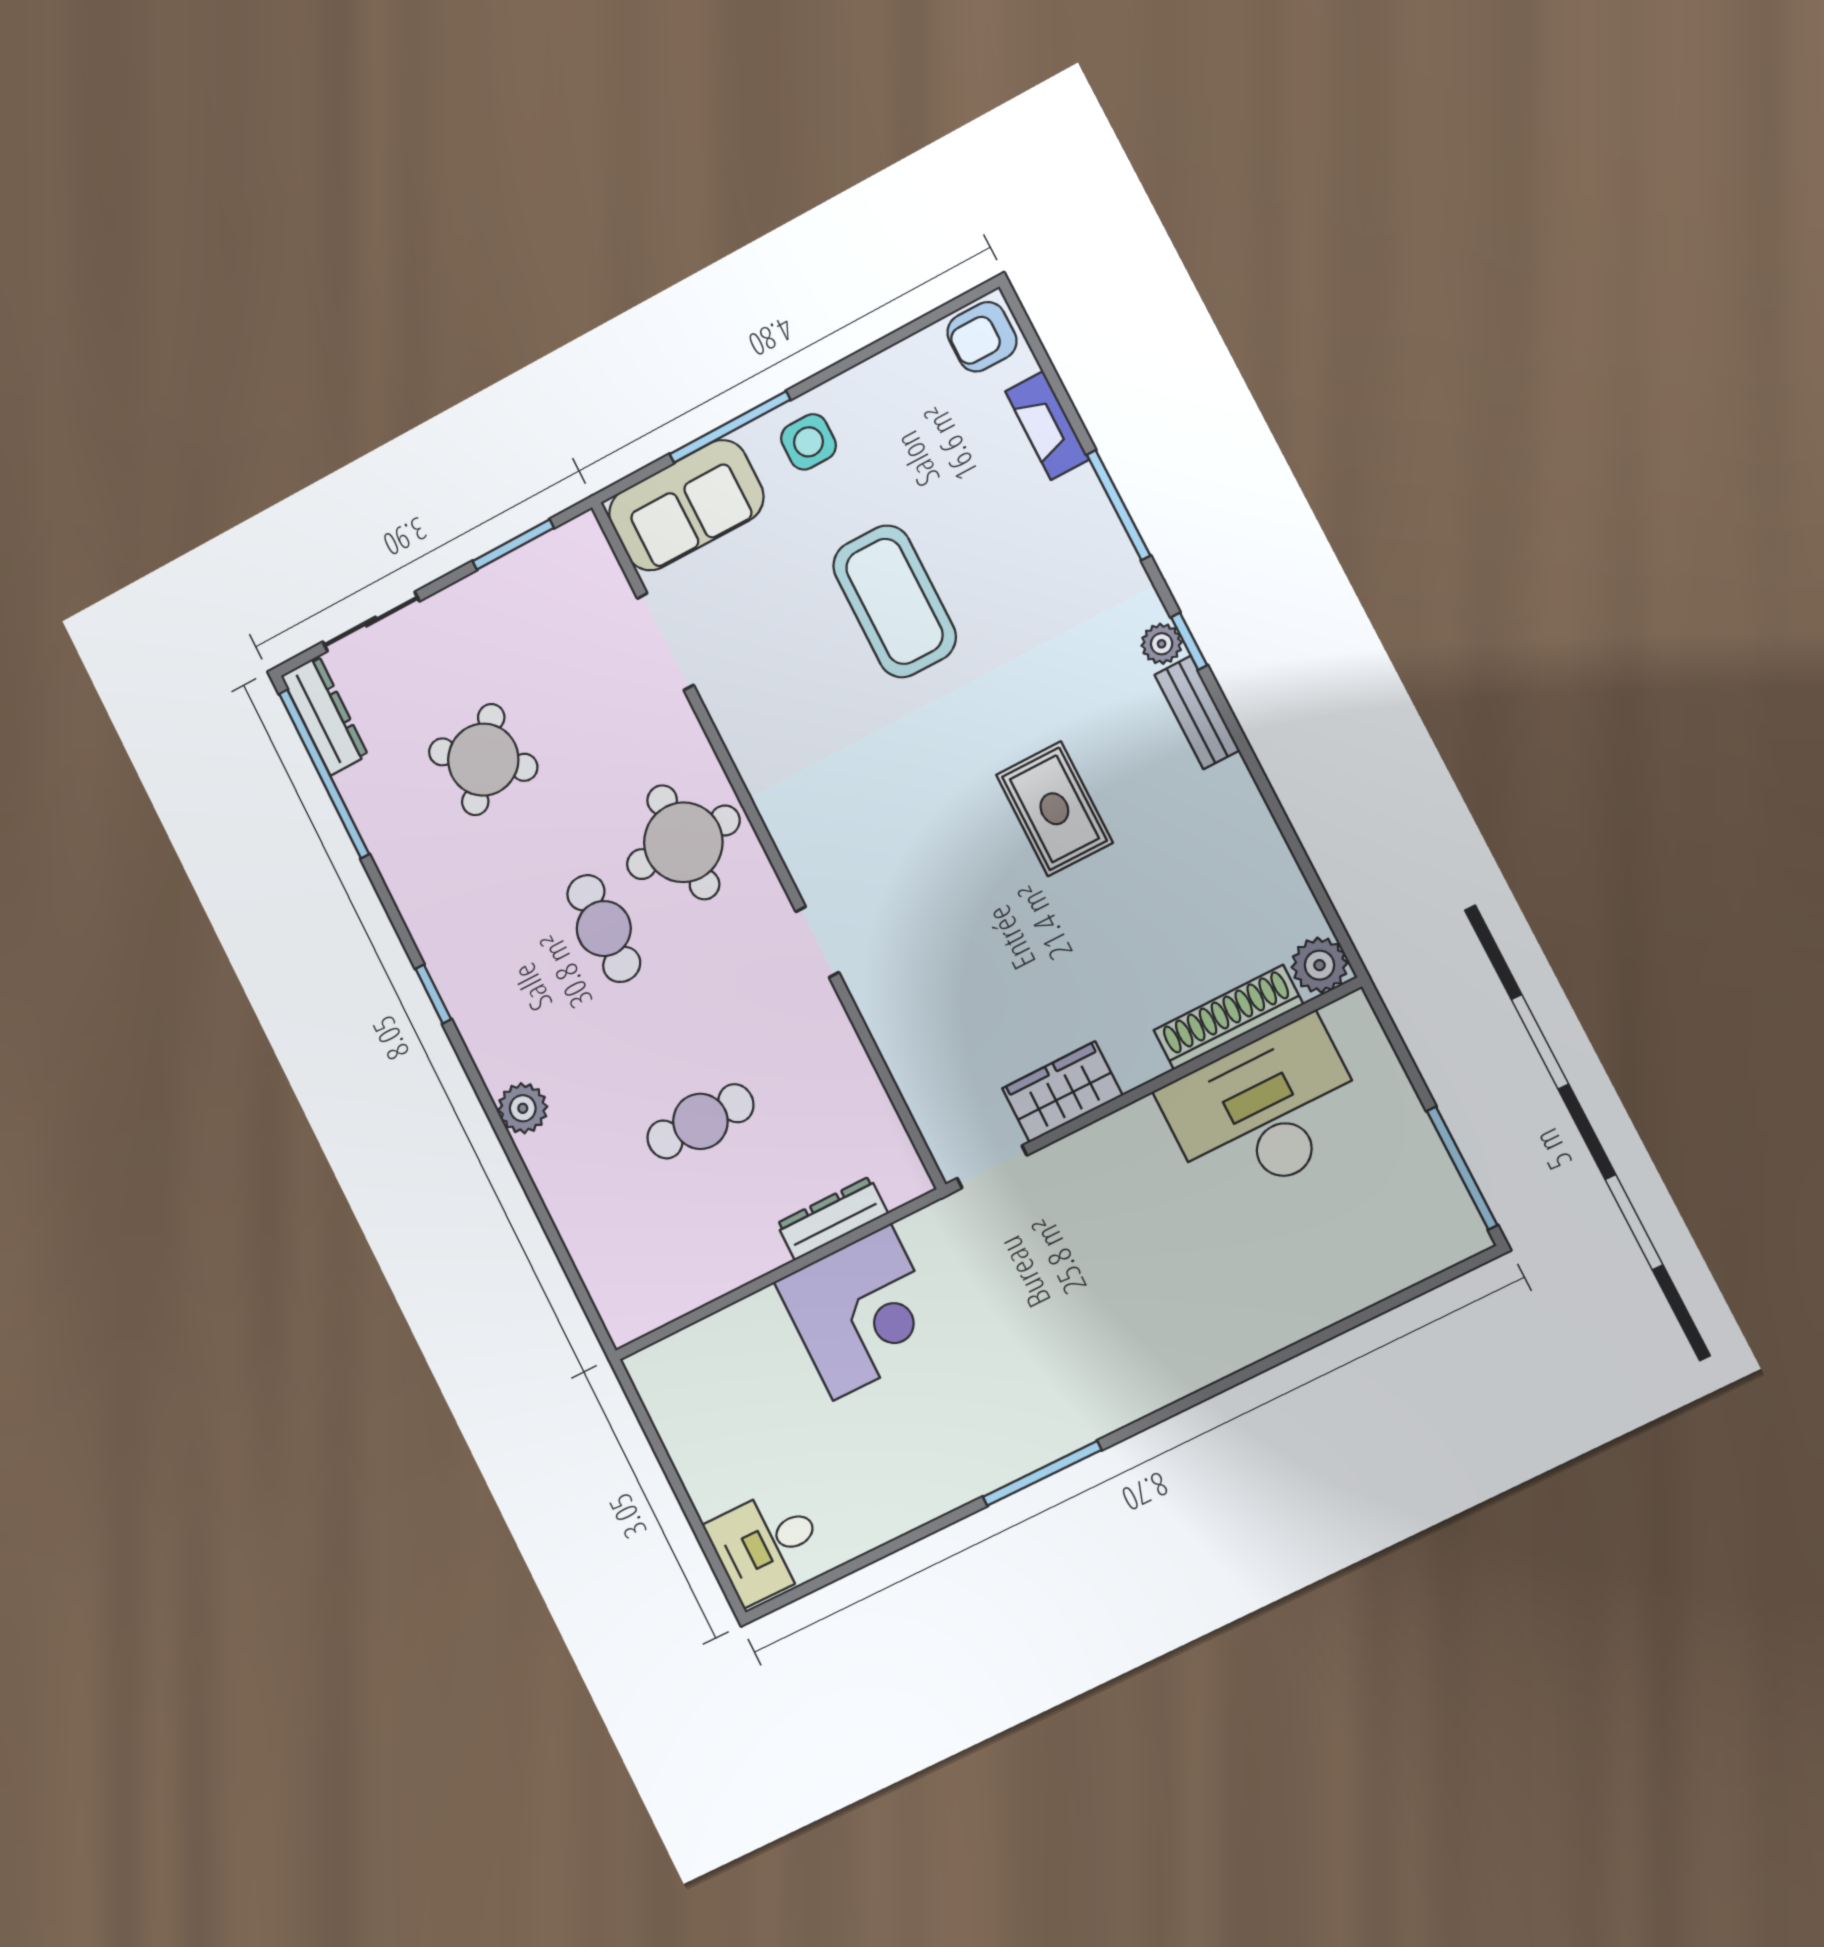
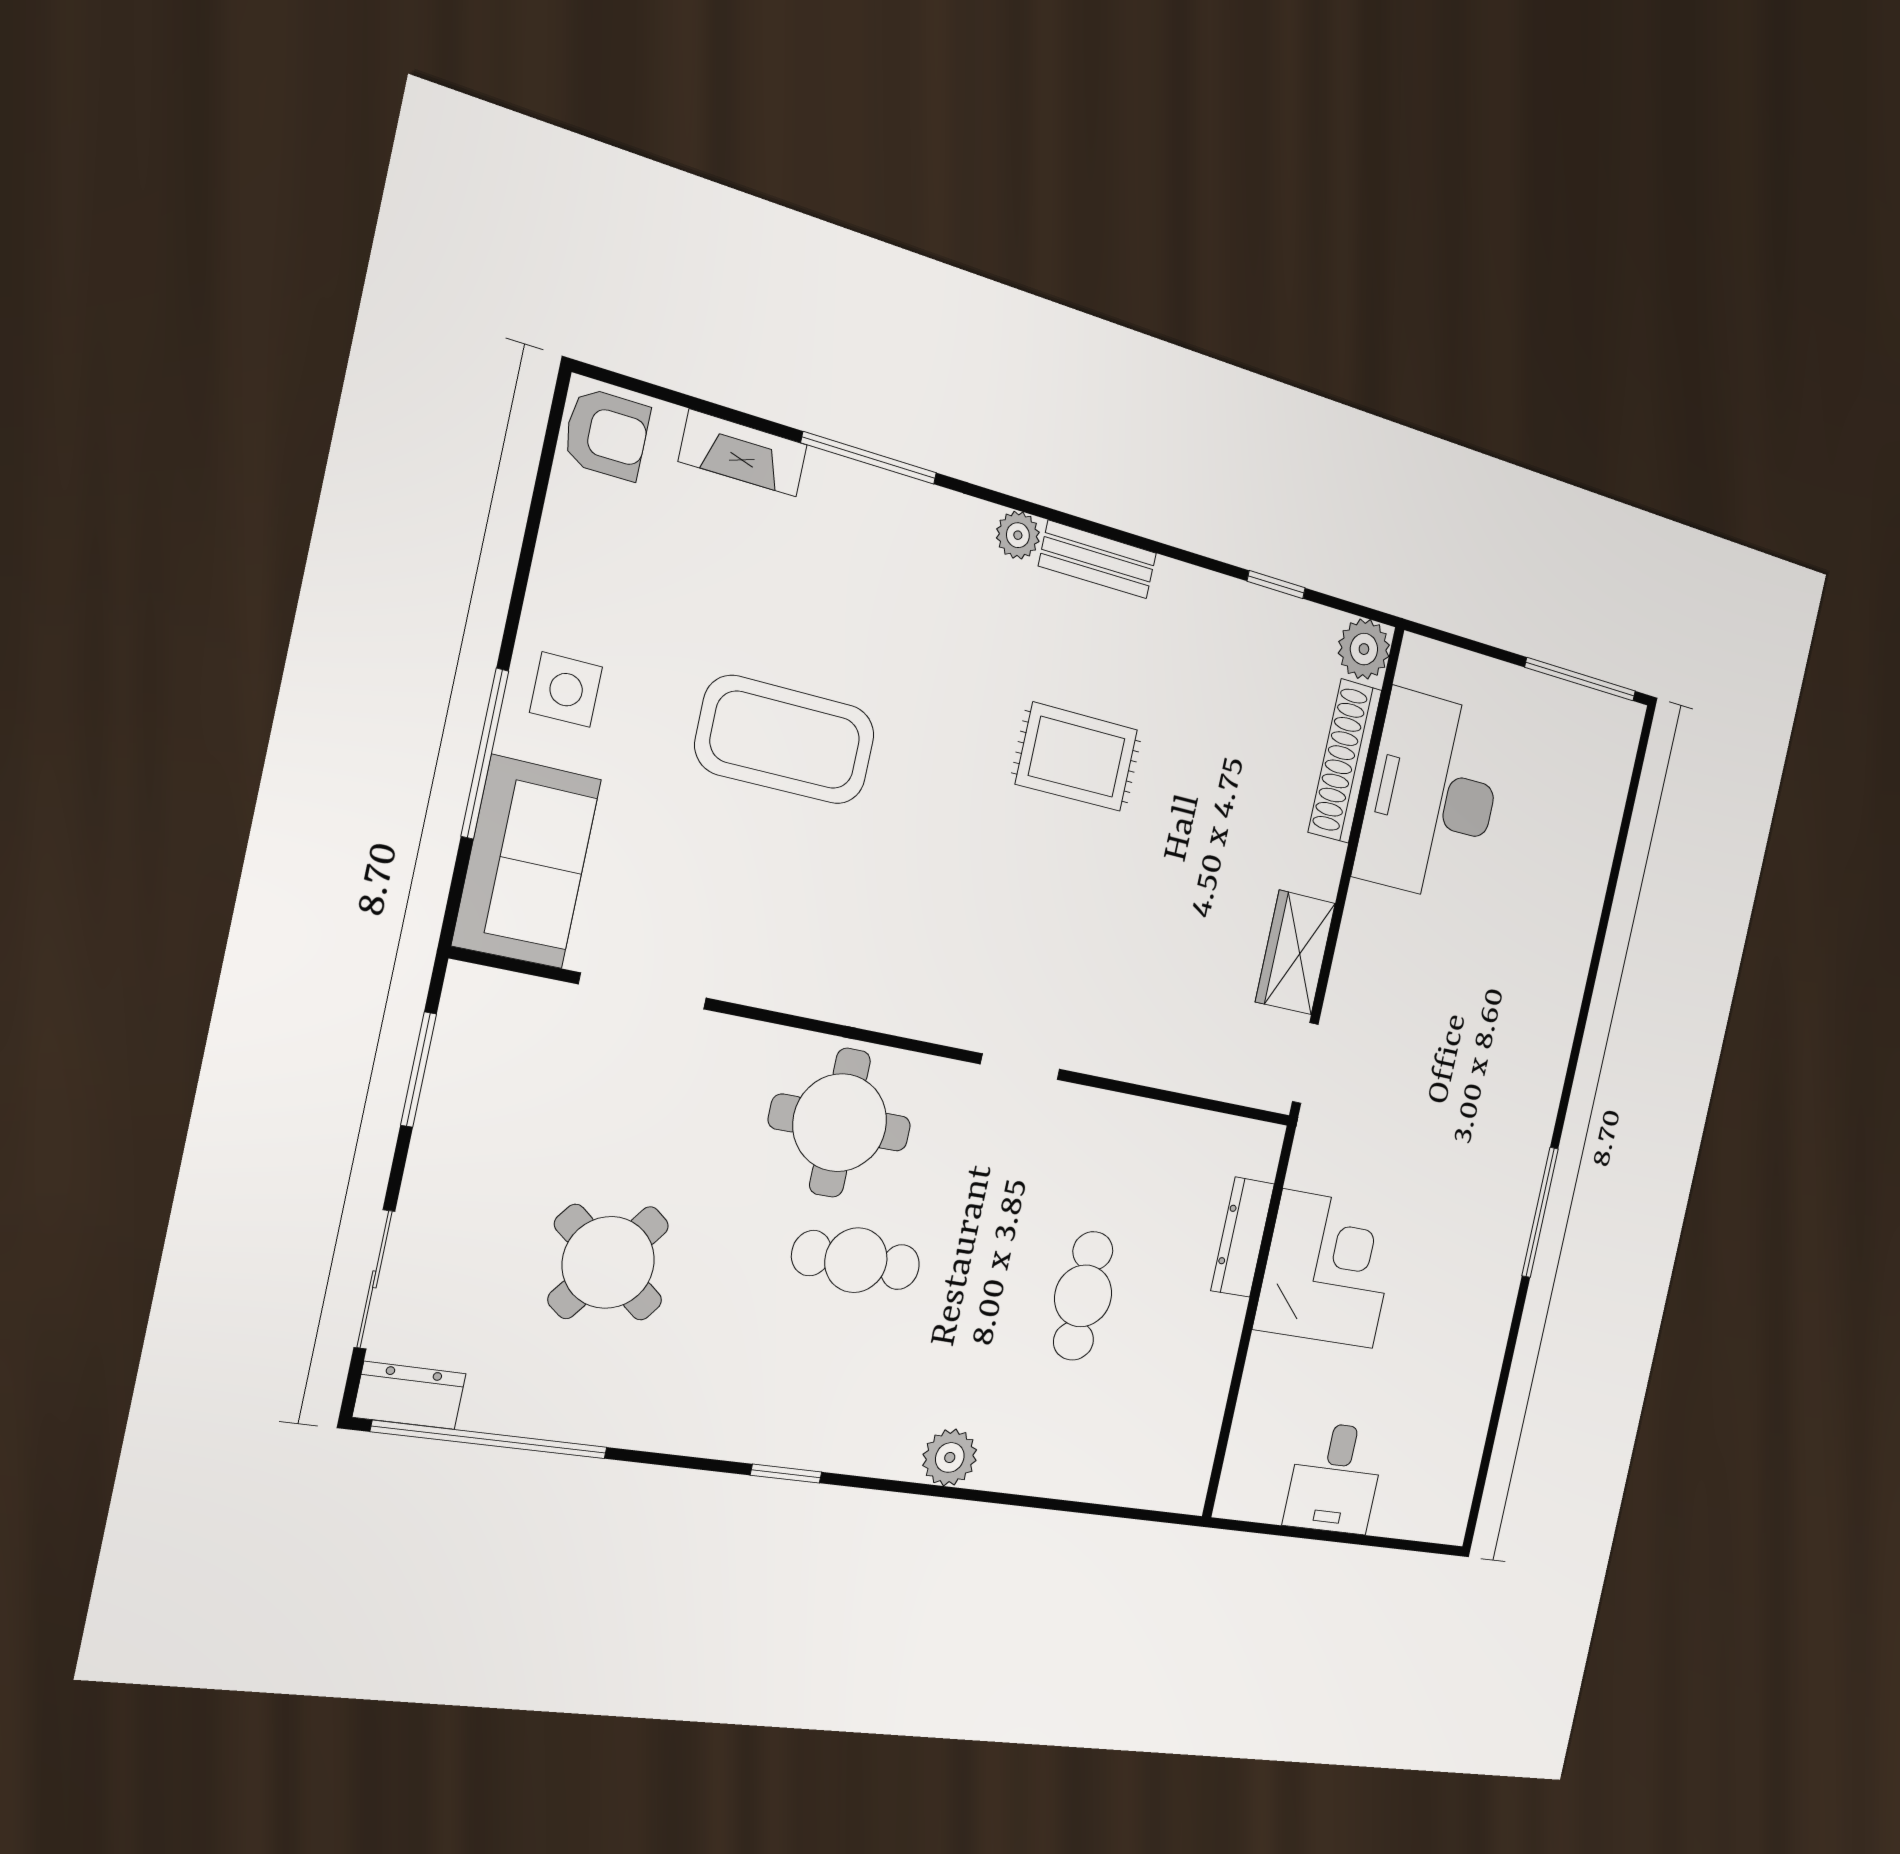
armchair: (982, 337) -> (607, 434), turned -90
window: (1189, 641) -> (1276, 585), moved
dresser: (325, 716) -> (409, 1395), width x0.70
desk: (767, 1545) -> (1335, 1478), moved

